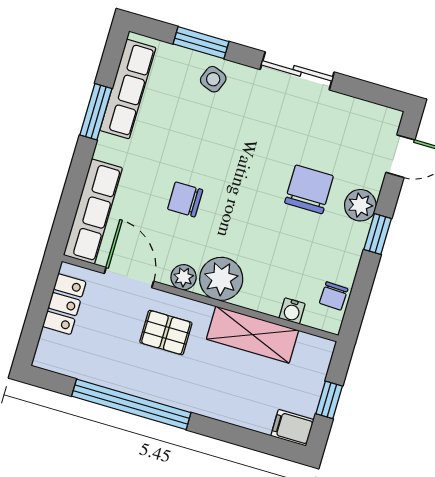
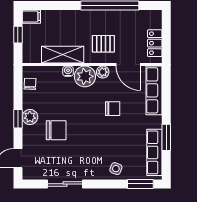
window: (201, 43) -> (140, 184), moved
sliding door: (297, 71) -> (65, 184), moved
chair: (309, 189) -> (56, 130), turned -90
plant: (360, 205) -> (30, 117), moved
water cooler: (292, 311) -> (68, 71), moved

